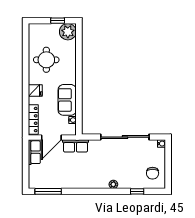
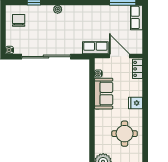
locker: (33, 120) -> (138, 69), width x0.66
door: (51, 138) -> (119, 56), hinge flipped
row of seats: (34, 152) -> (137, 17), moved

